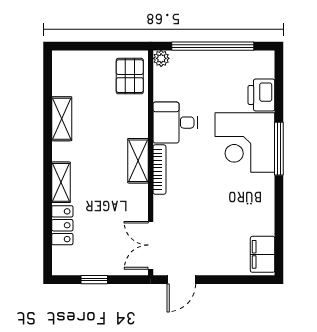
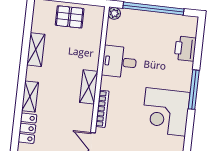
pallet: (130, 76) -> (70, 17), moved, turned 90
corner desk: (245, 143) -> (166, 112), moved
bookcase: (159, 170) -> (102, 109), moved

